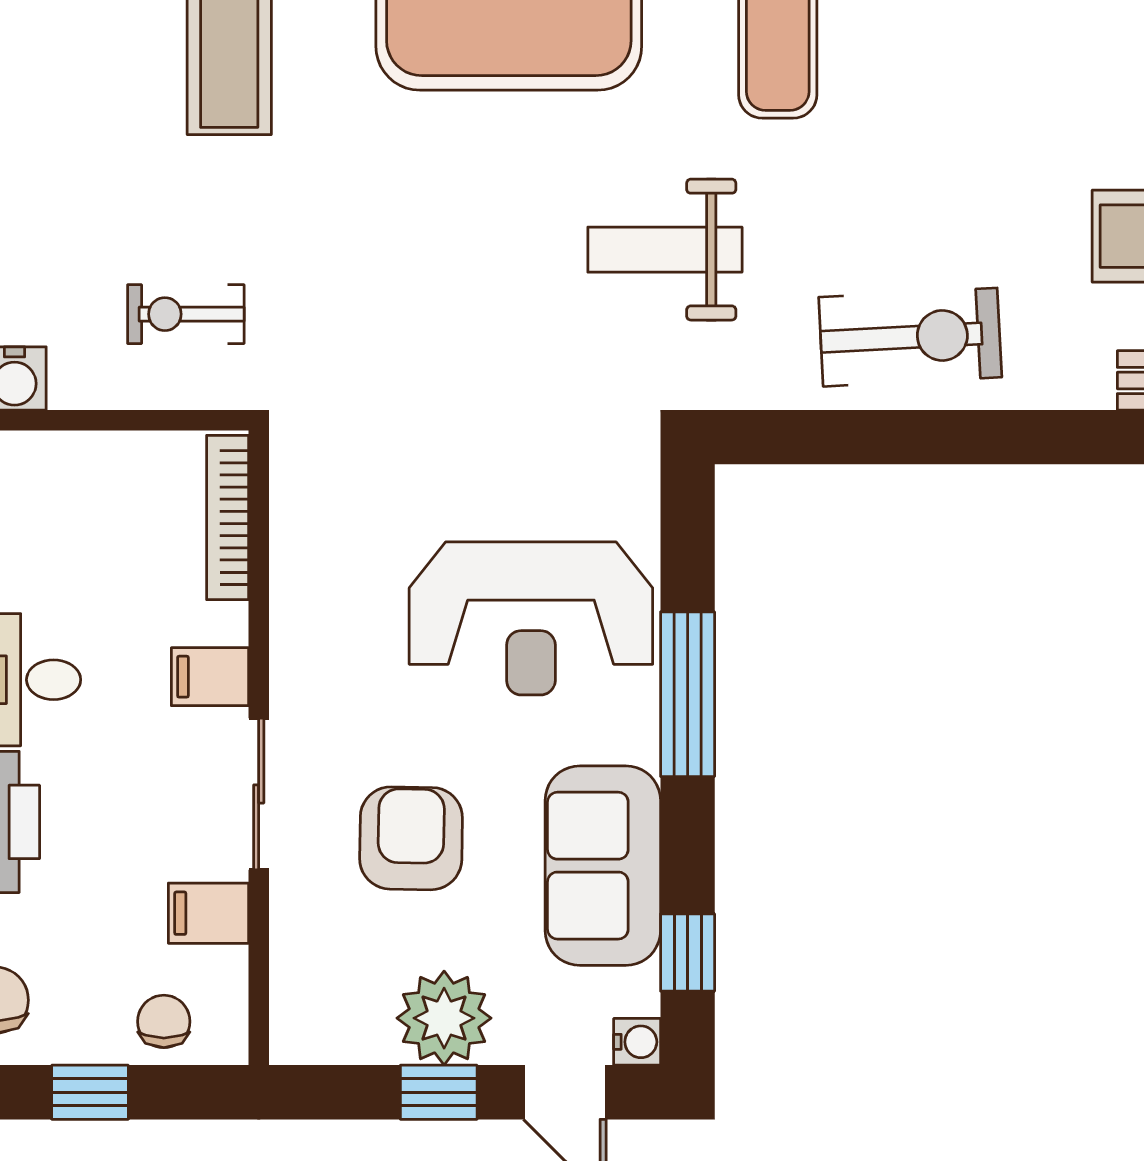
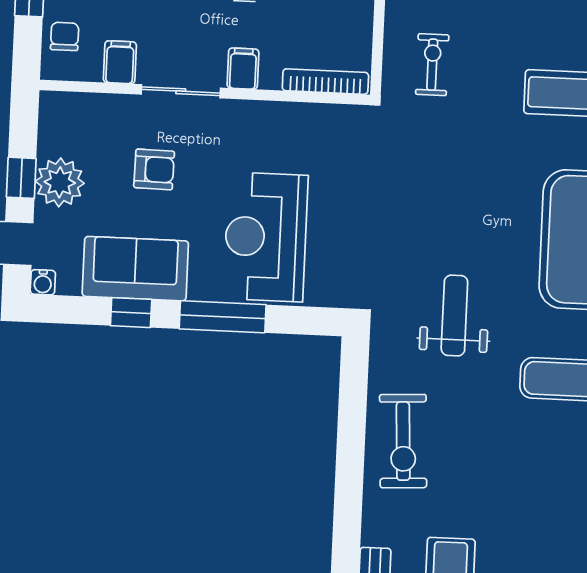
armchair: (411, 838) -> (154, 169), width x0.72, depth x0.72
window: (688, 952) -> (131, 313), moved
chair: (164, 1021) -> (65, 36), turned -90

